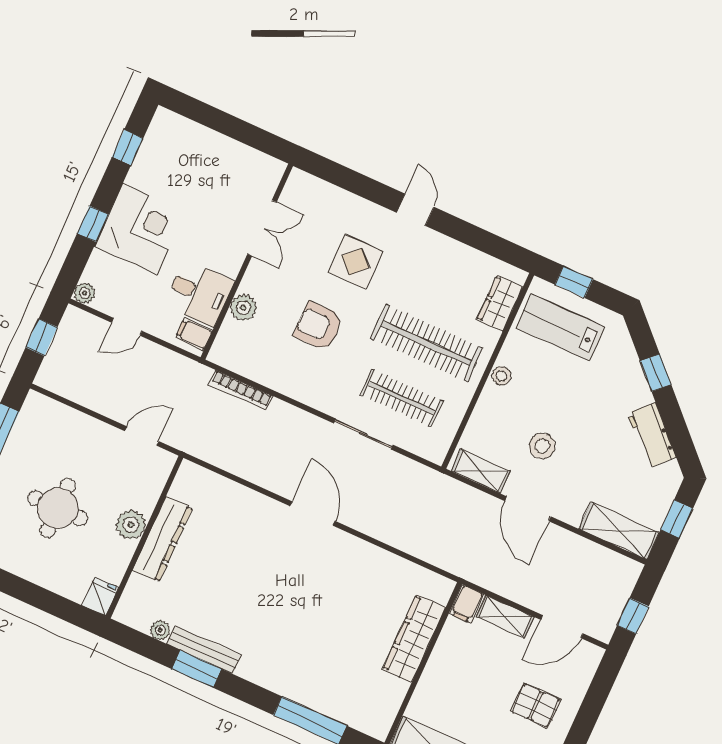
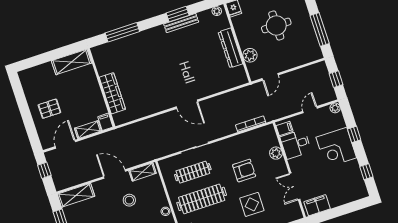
filing cabinet: (254, 166) -> (317, 205), added
plant: (131, 525) -> (250, 55), moved
plant: (160, 630) -> (217, 11), moved

